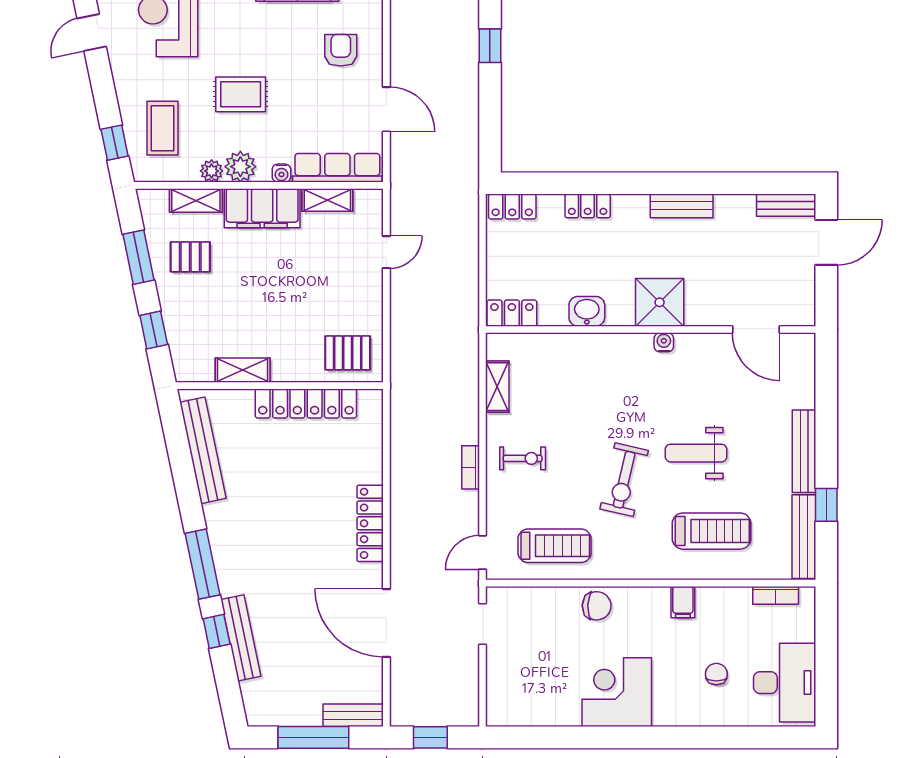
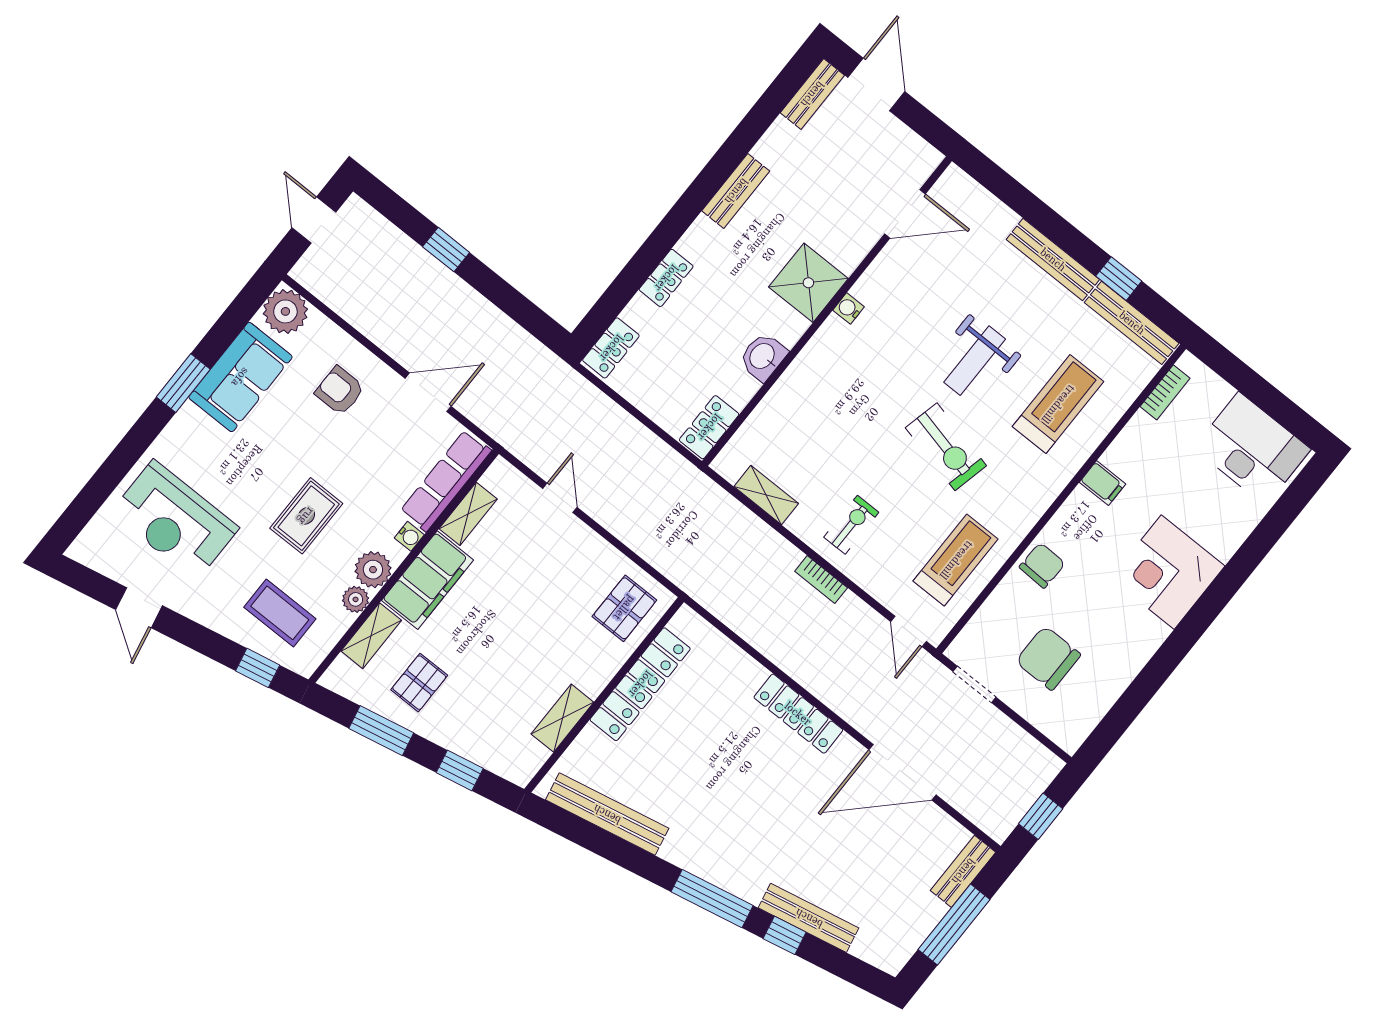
chair: (716, 674) -> (1048, 658), moved, width x1.87, depth x1.87
corner desk: (617, 692) -> (1168, 572), moved

